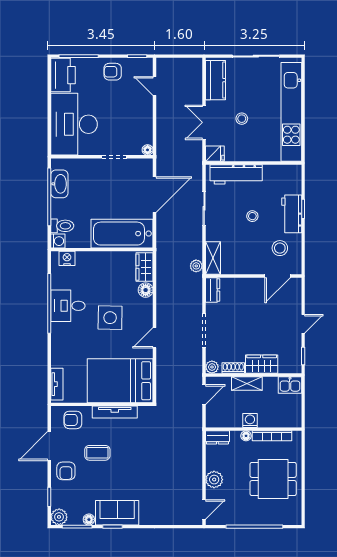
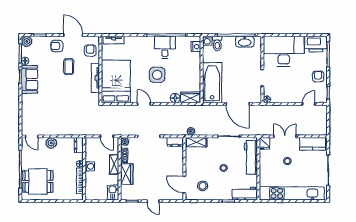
workbench: (292, 214) -> (245, 194), moved
dining table: (273, 479) -> (38, 181), moved, turned 90

